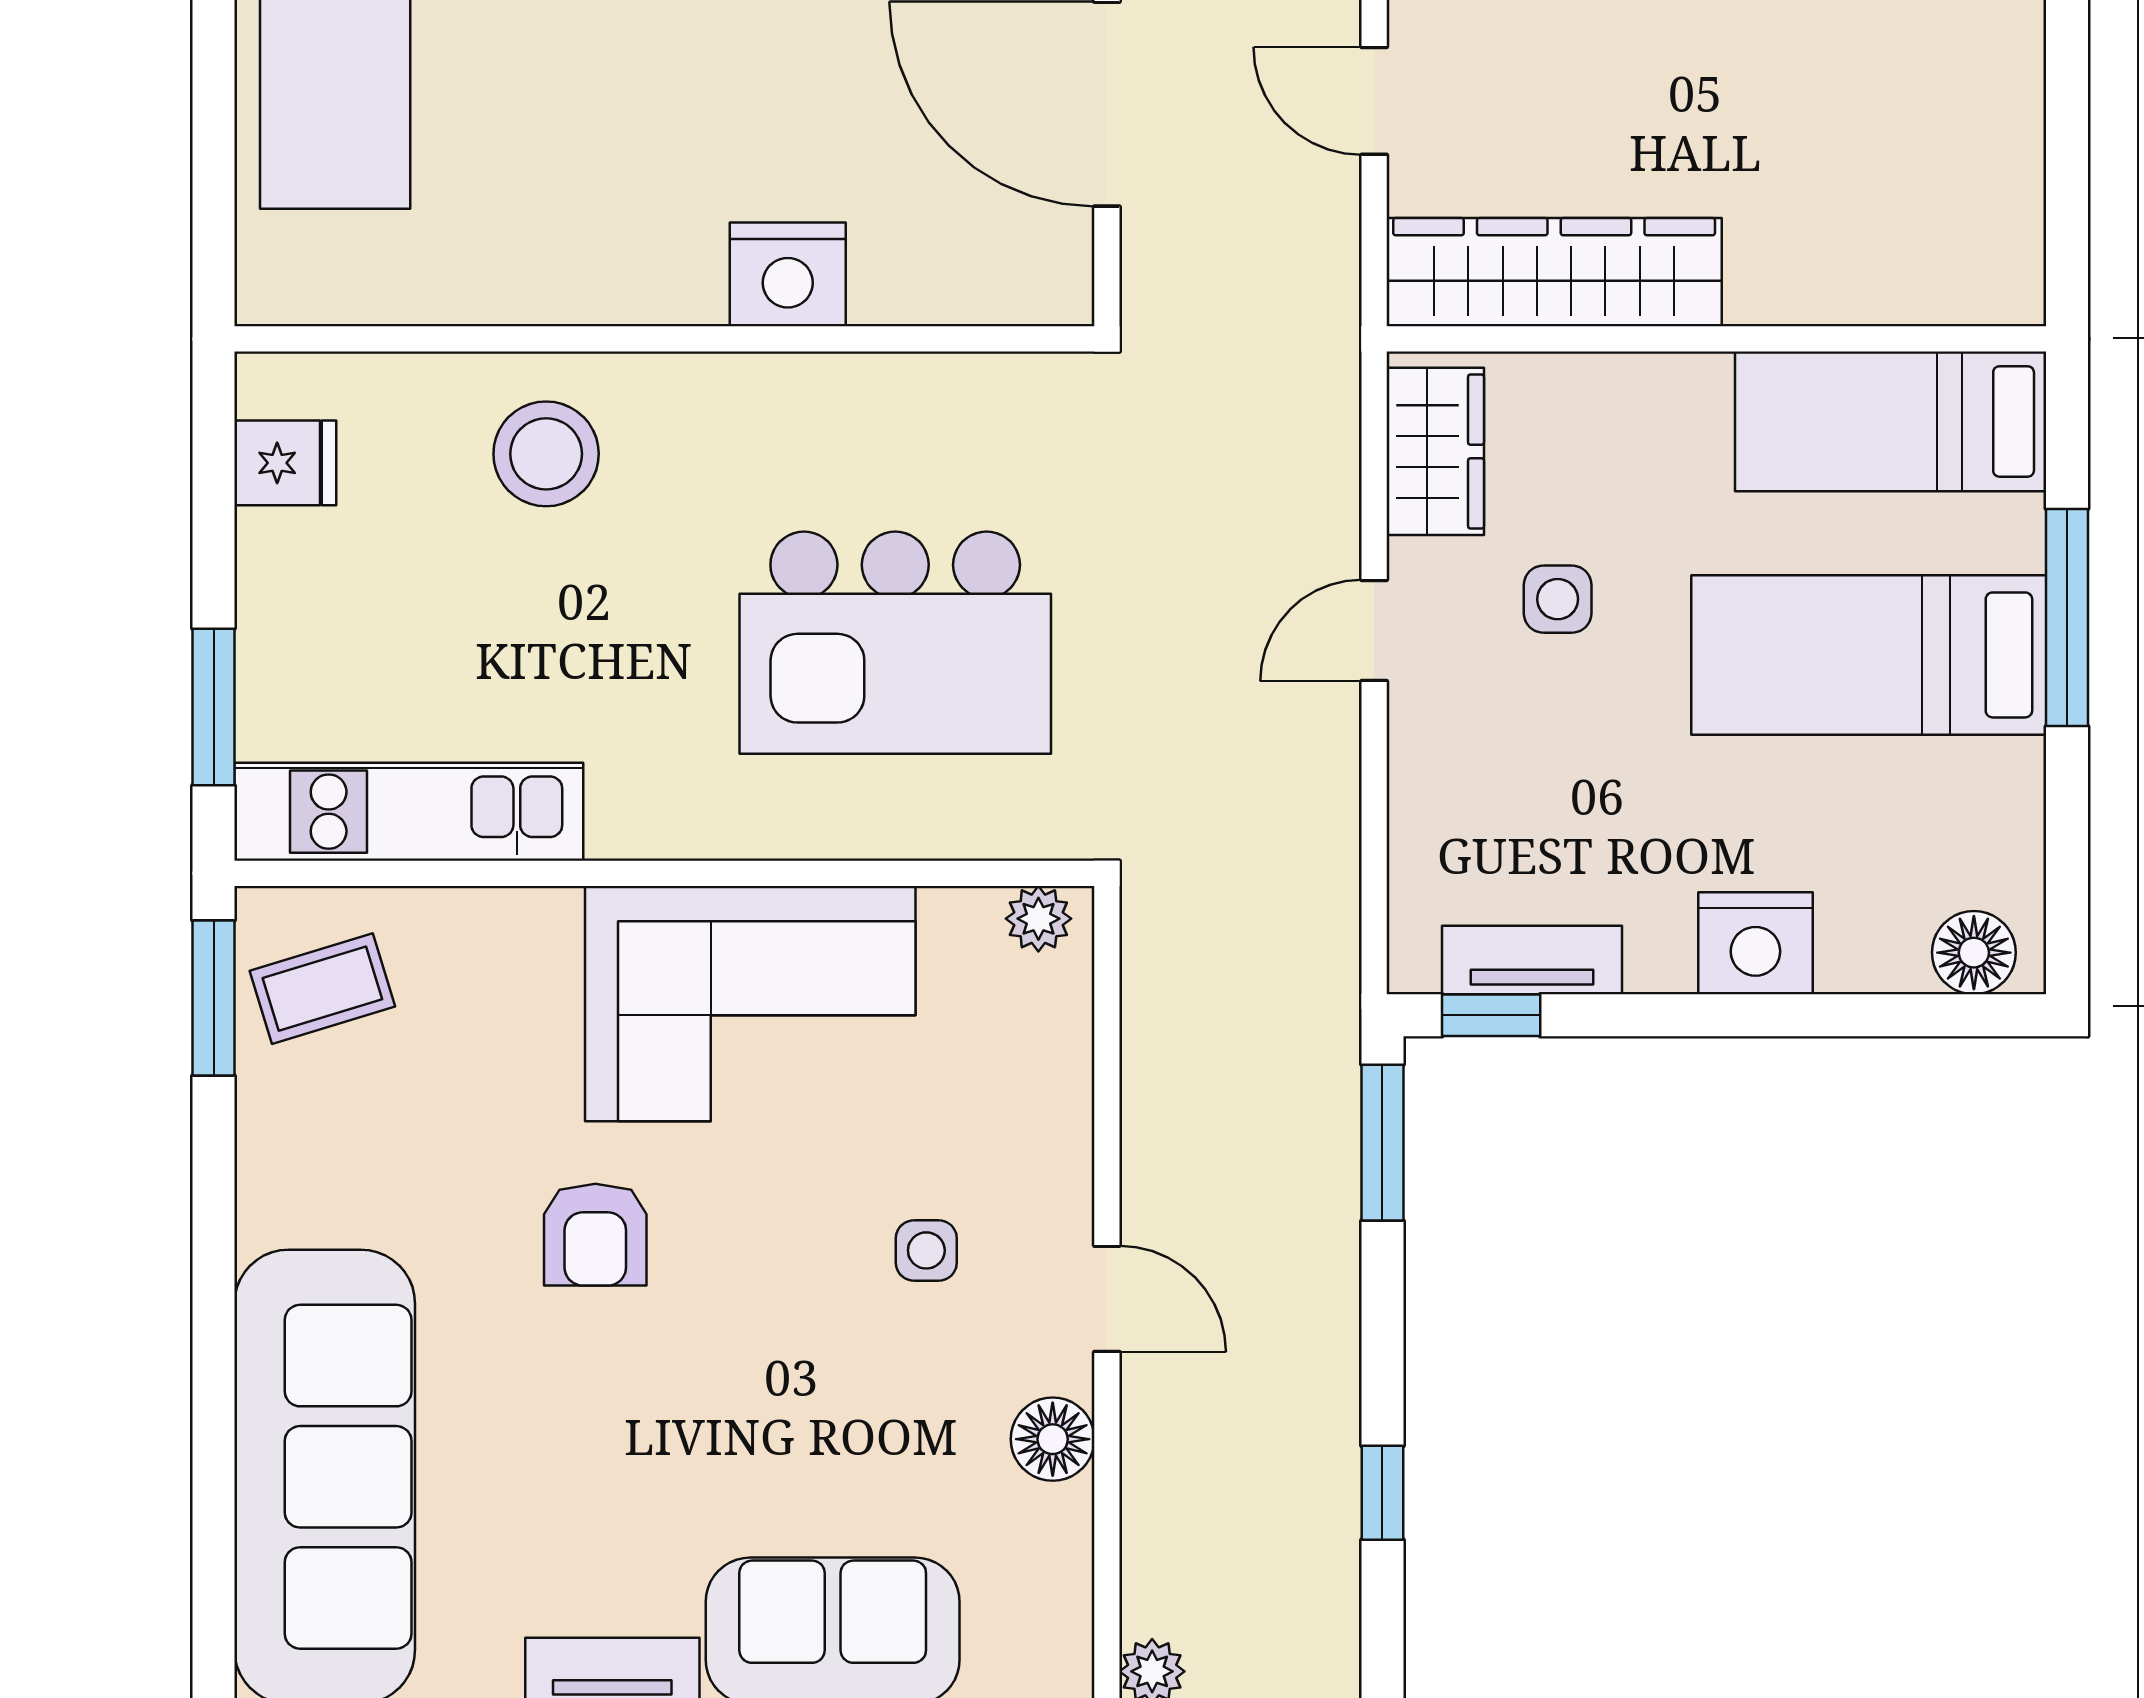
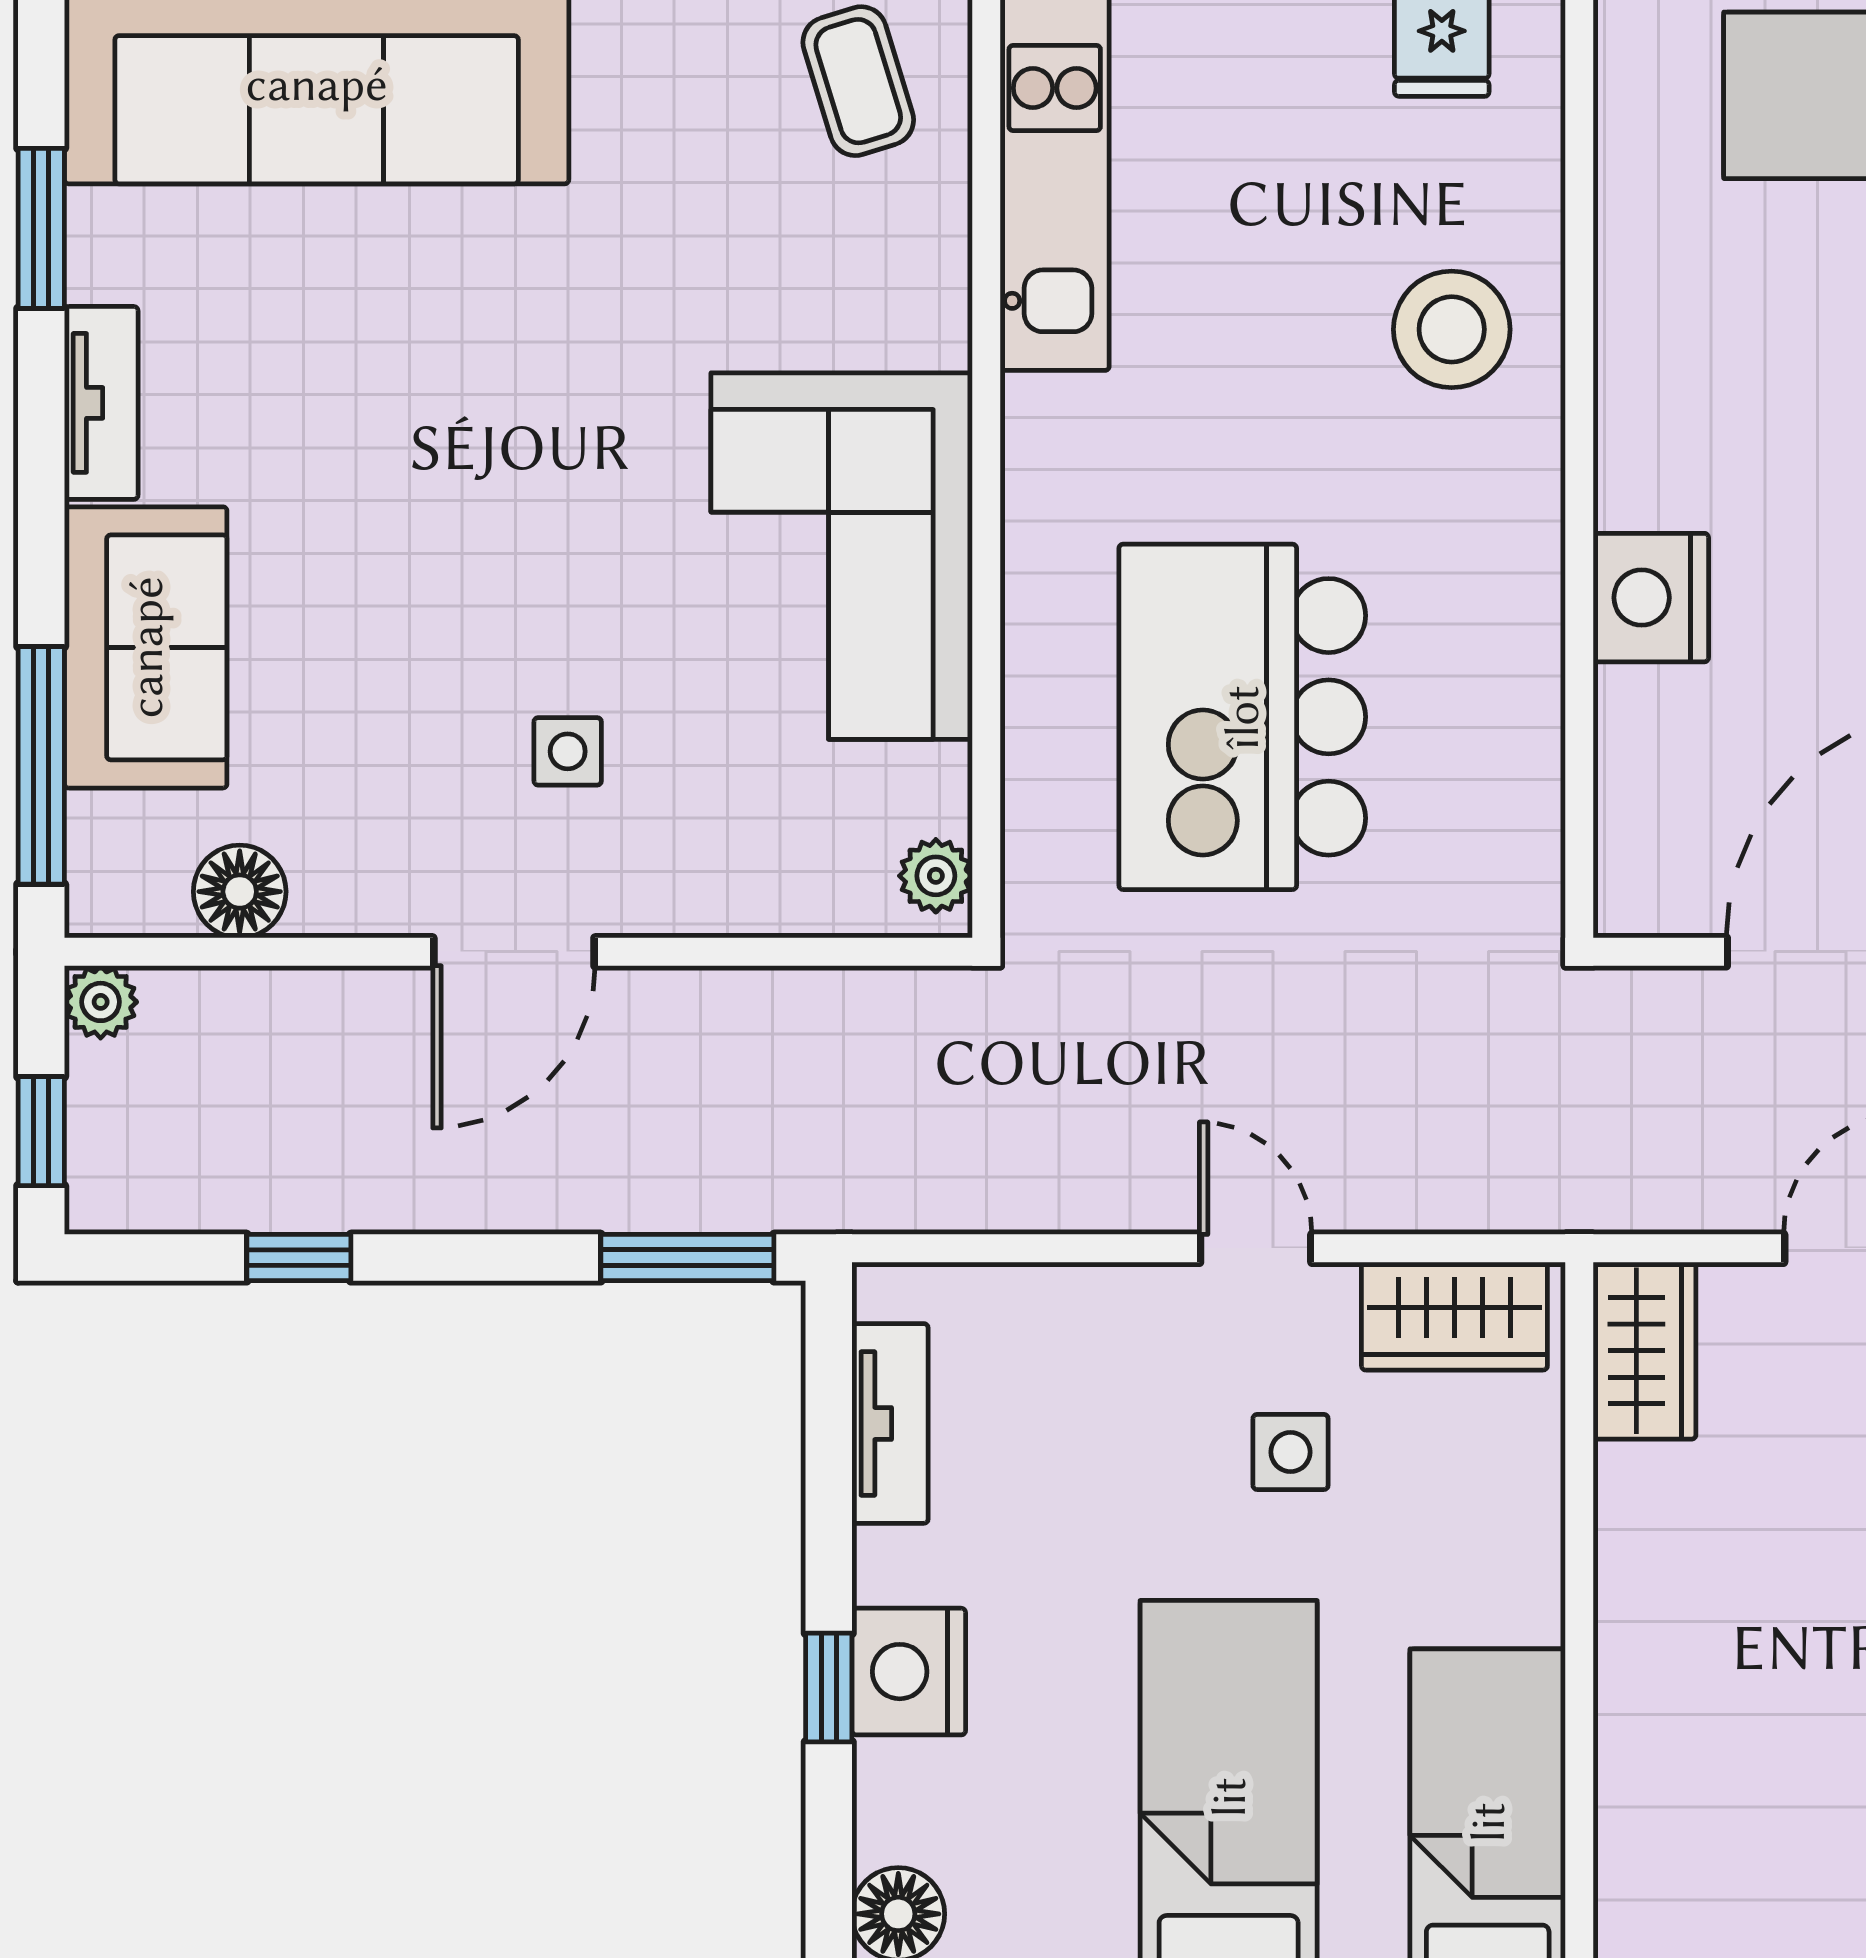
wardrobe: (1554, 272) -> (1645, 1351), width x0.48, depth x0.85
window: (1491, 1015) -> (829, 1688), moved
armchair: (595, 1235) -> (585, 384), removed
door: (1107, 1299) -> (514, 952), width x1.38
floor lamp: (1053, 1439) -> (240, 892), moved

